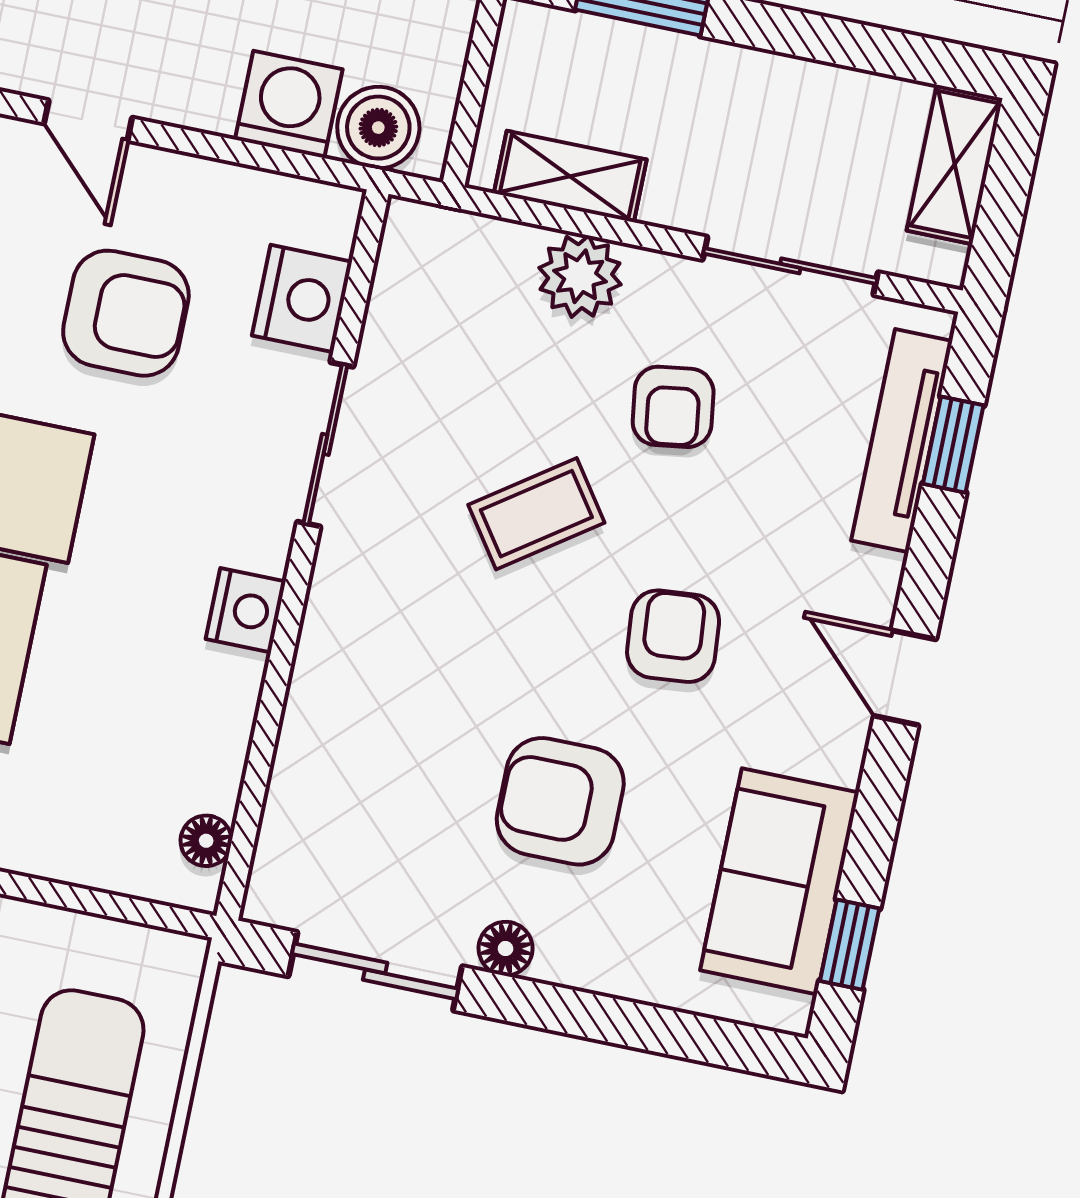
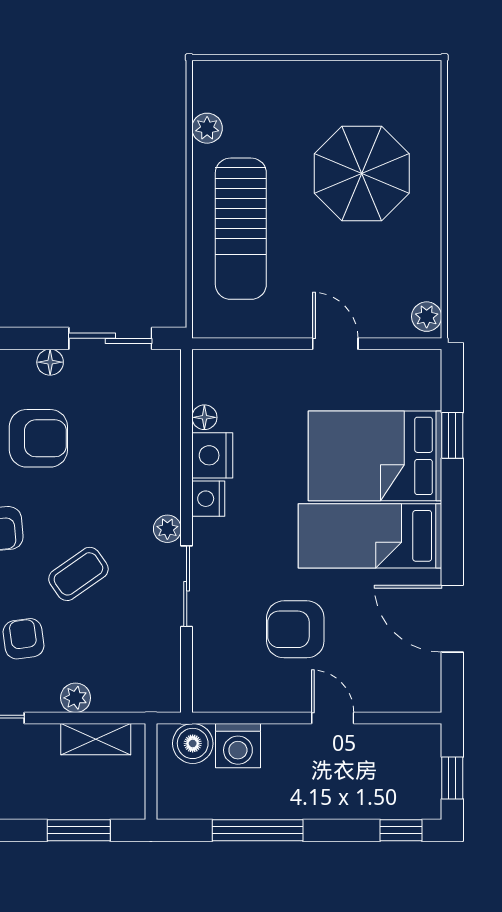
plant: (580, 276) -> (76, 698), width x0.73, depth x0.73
nightstand: (302, 299) -> (212, 455), moved
plant: (340, 567) -> (167, 529), added
floor lamp: (206, 841) -> (204, 417), moved

